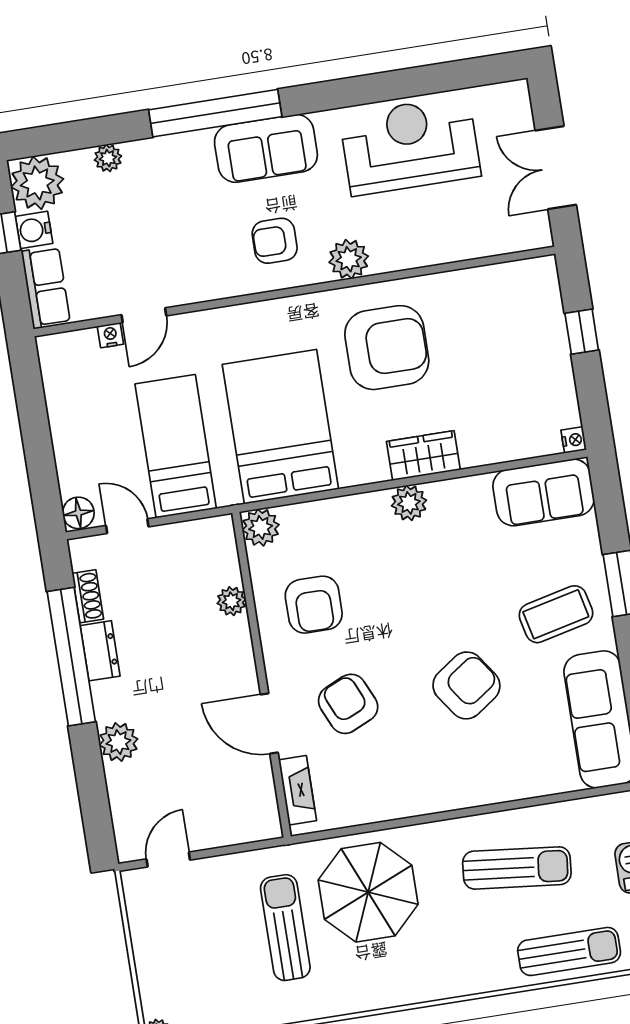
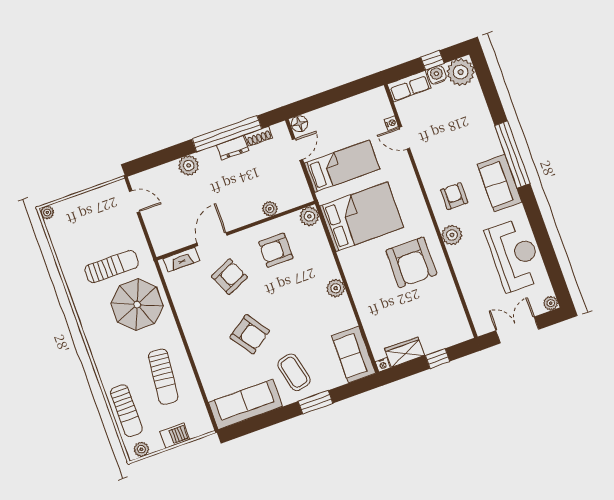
plant: (108, 158) -> (551, 303), moved
wardrobe: (423, 456) -> (405, 352), moved, turned -90

